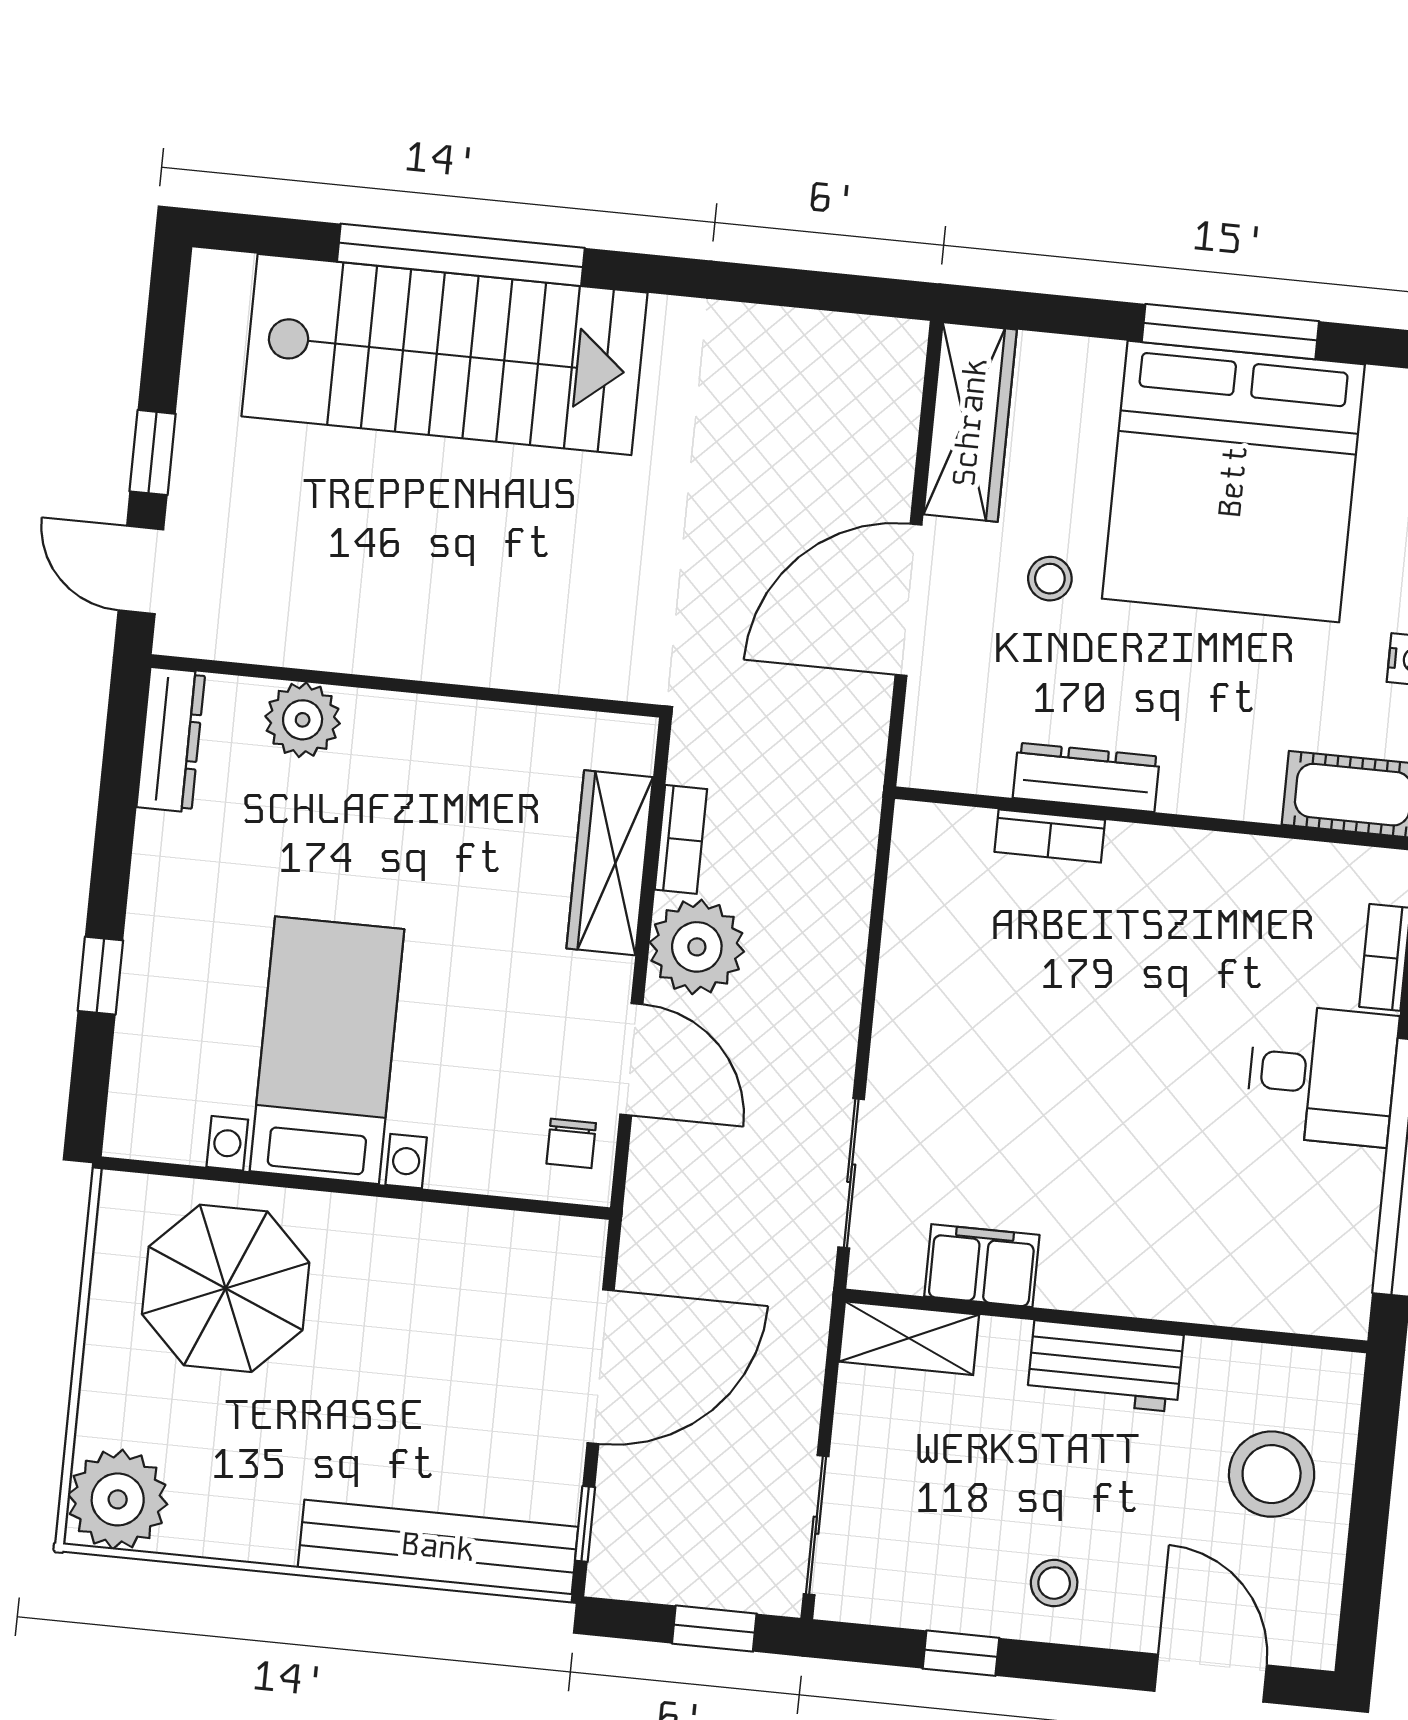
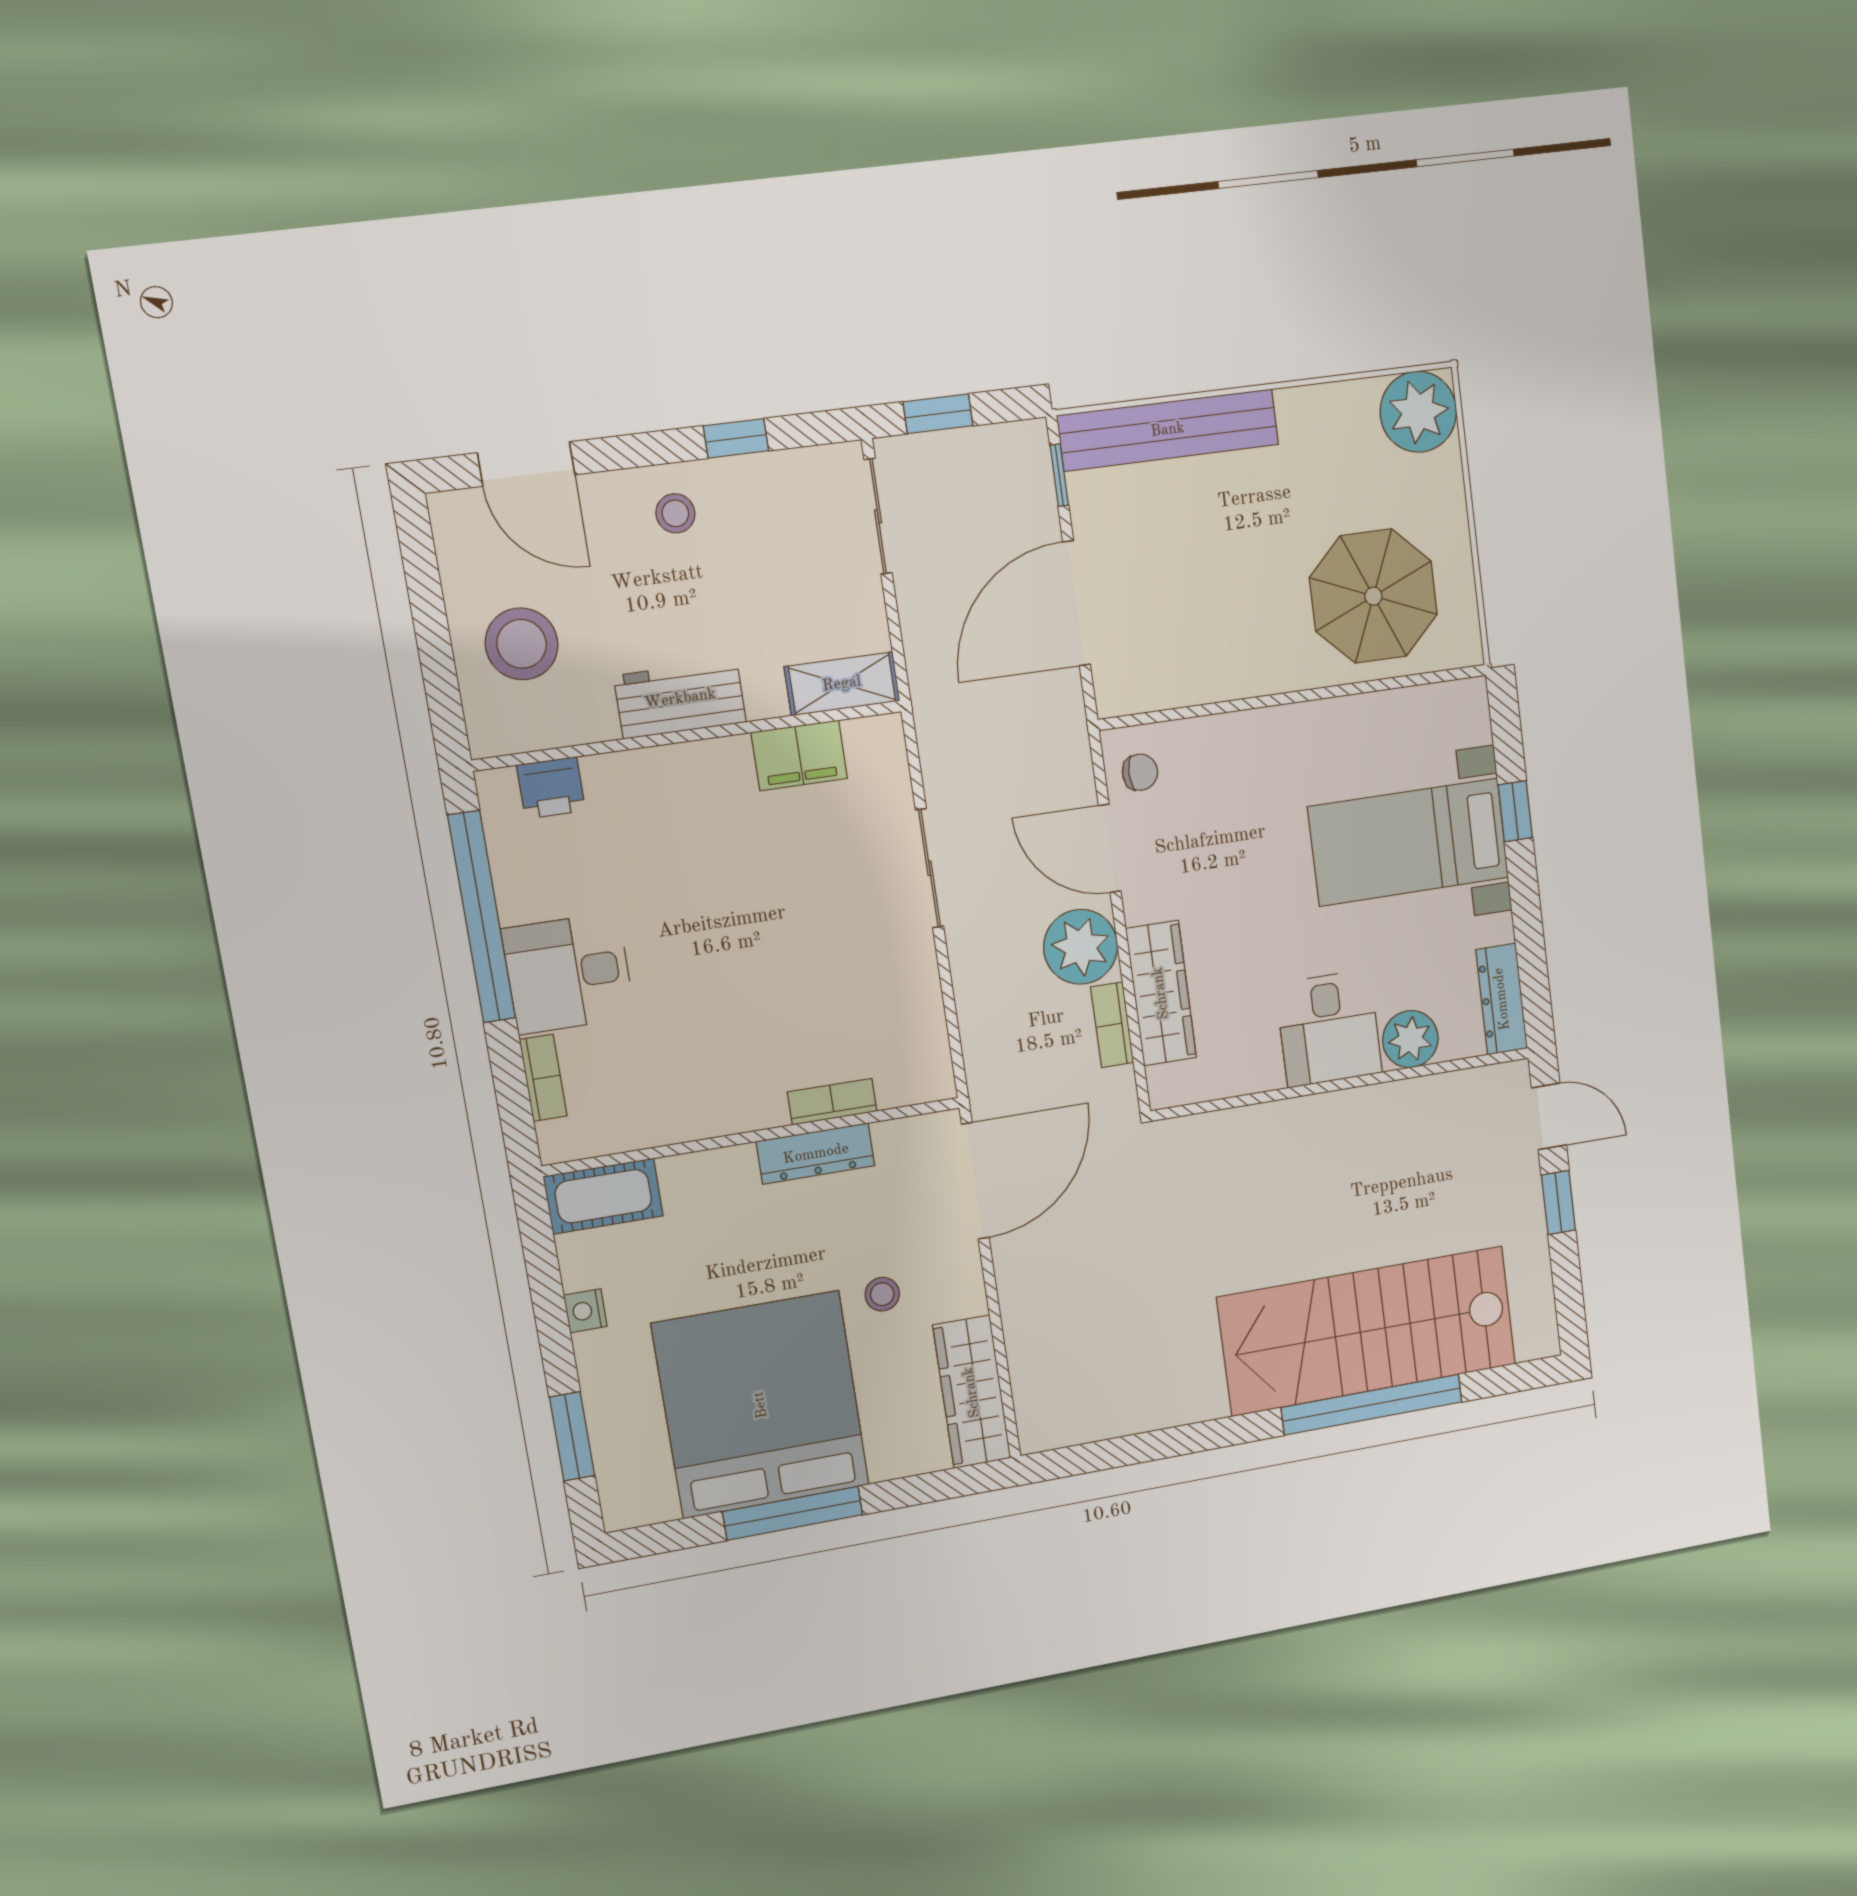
door: (908, 600) -> (975, 1181), moved
desk: (406, 762) -> (1329, 1028), added
bed with nightstands: (327, 1050) -> (1409, 842), moved, turned 90
chair: (571, 1143) -> (1140, 772), turned 90
sliding door: (851, 1173) -> (929, 868), moved
printer: (1283, 1299) -> (551, 788), added

